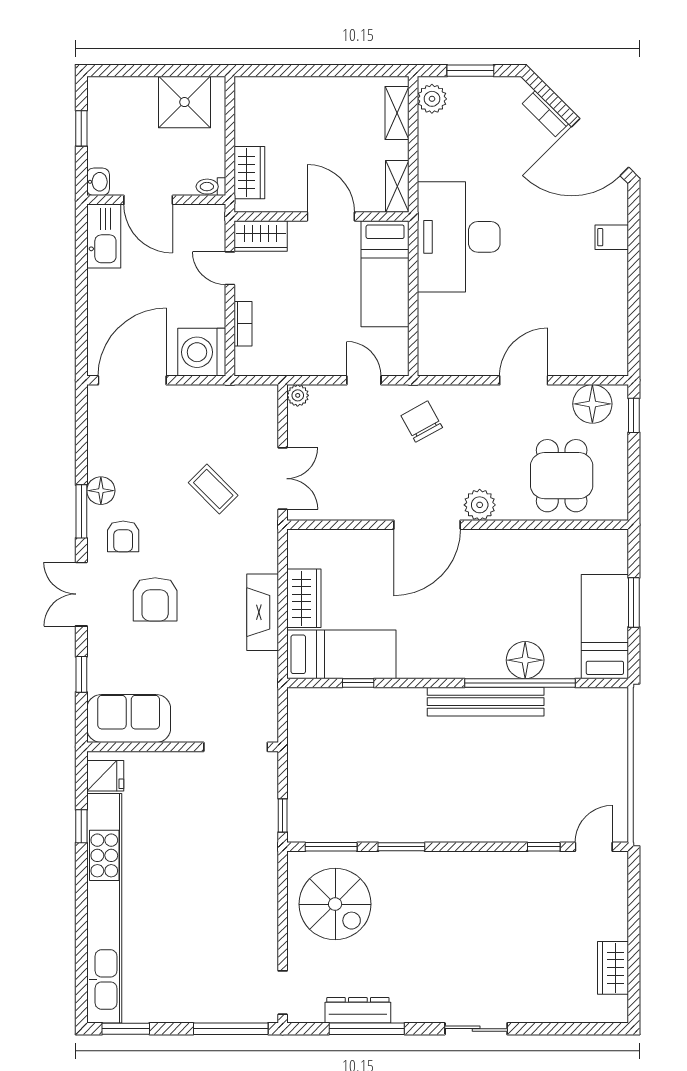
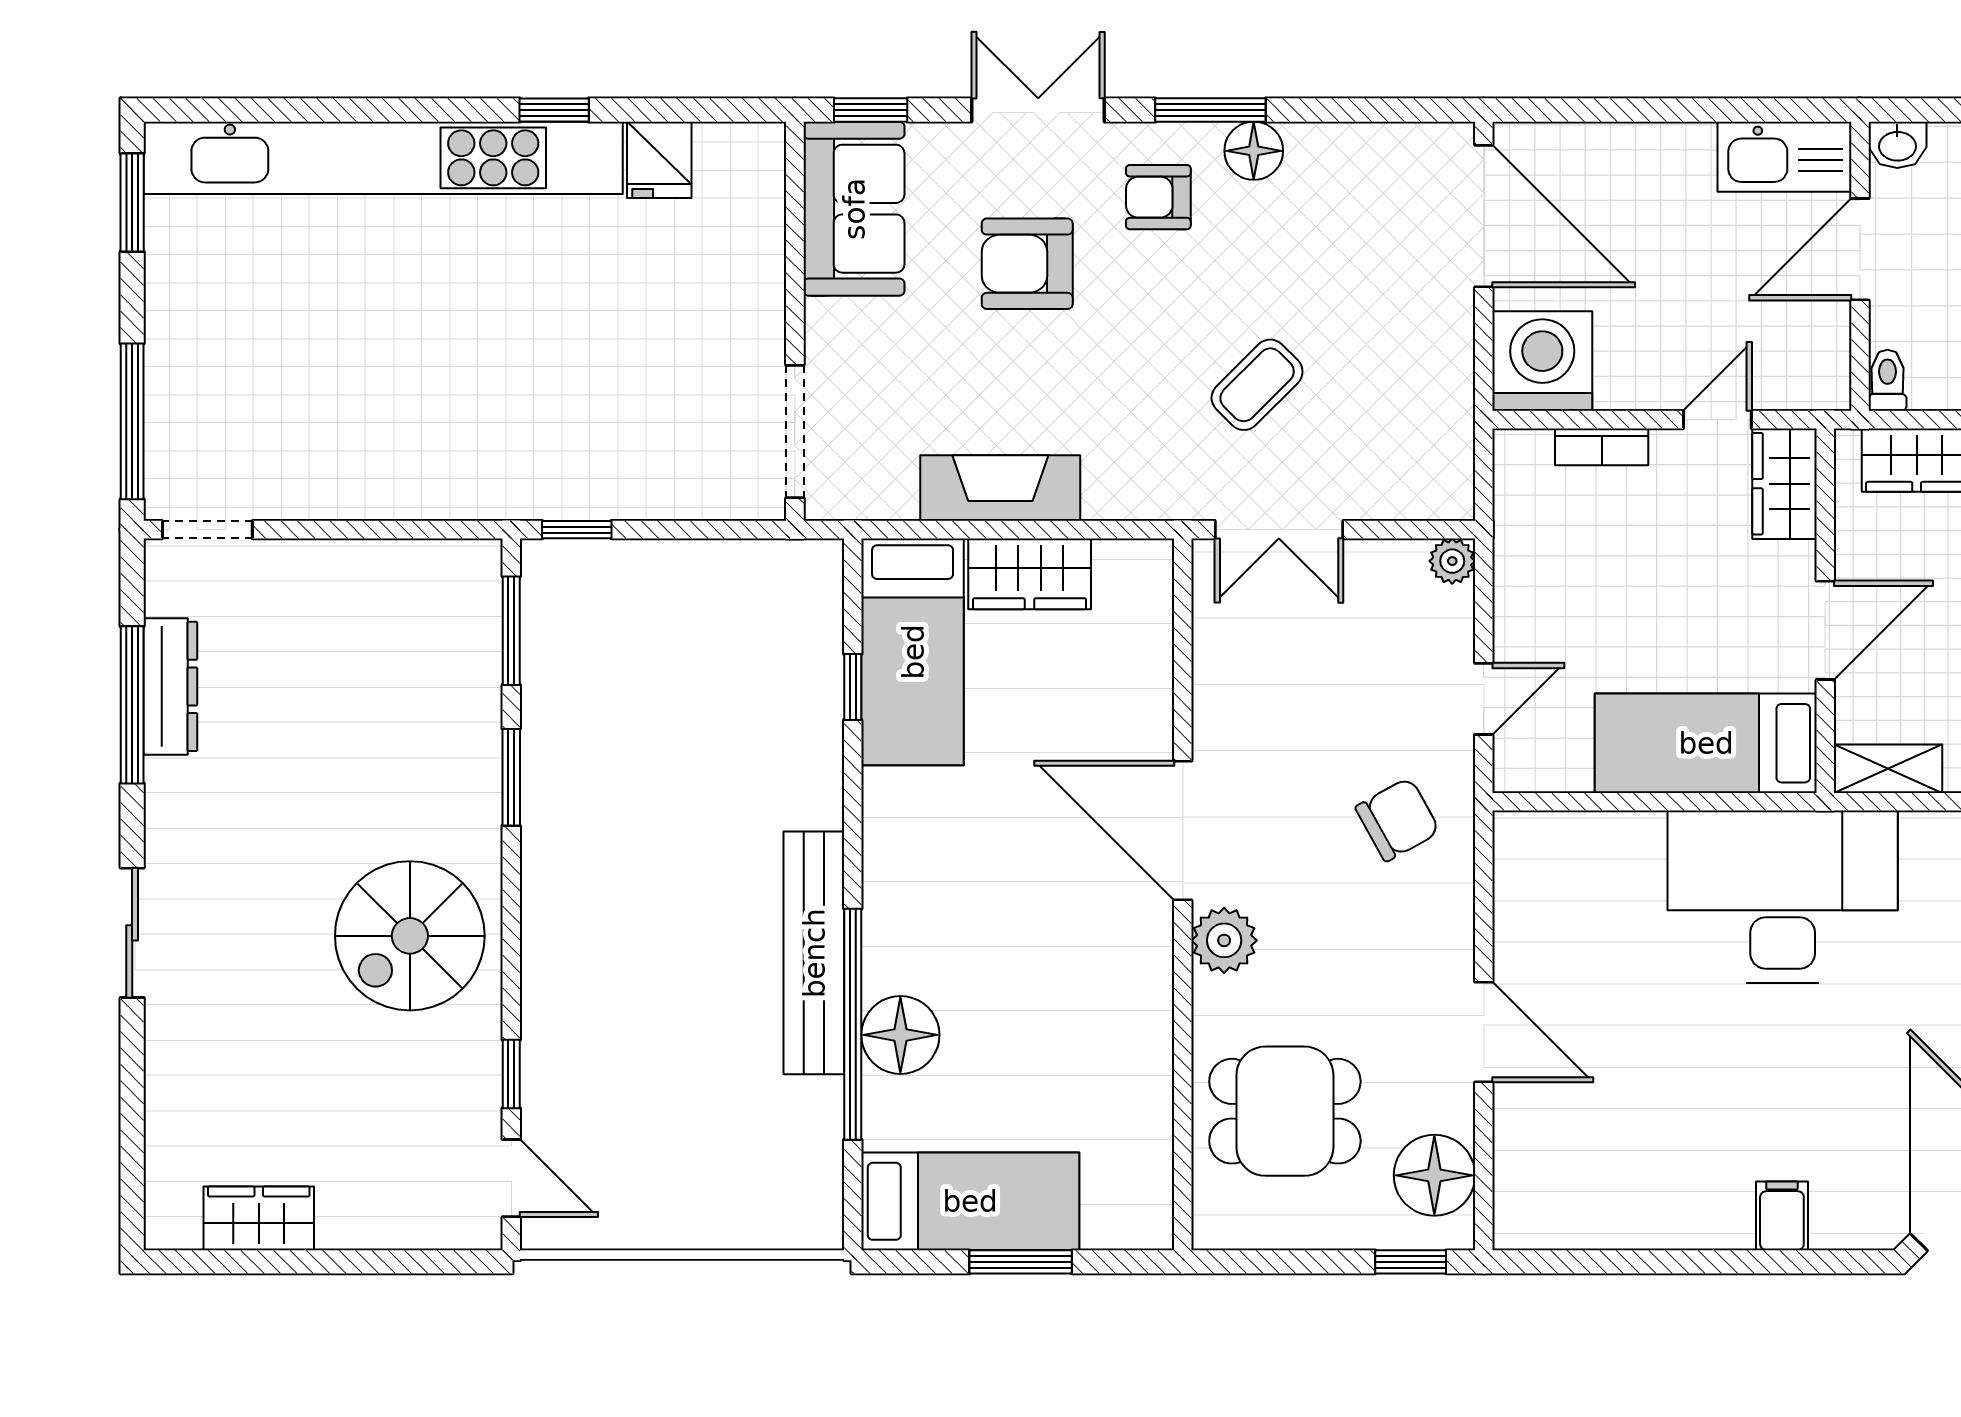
sofa: (129, 718) -> (854, 209), moved
wall: (183, 747) -> (795, 321), moved
doorway: (236, 747) -> (795, 431), moved
spiral stairs: (335, 904) -> (410, 936), moved

